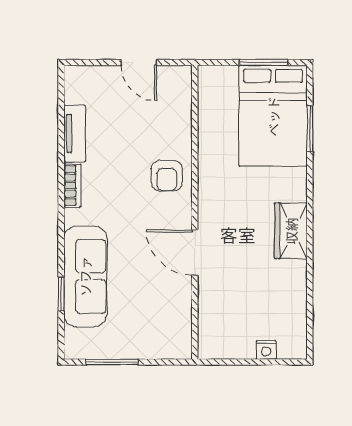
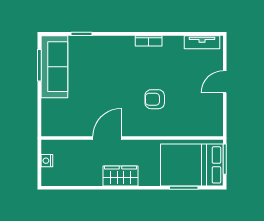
tv unit: (75, 134) -> (202, 42), moved
wall: (195, 212) -> (132, 138), moved
door: (195, 253) -> (107, 138), moved
sofa: (85, 276) -> (54, 67), moved, turned -90

